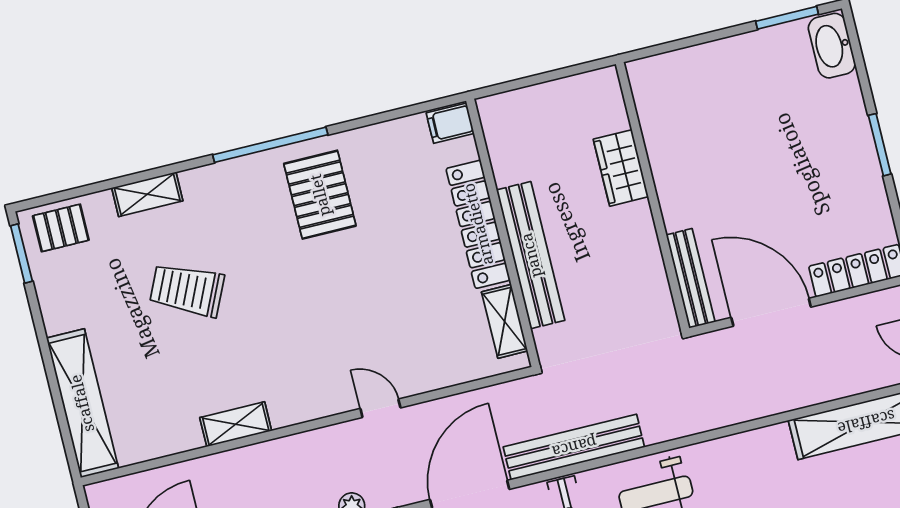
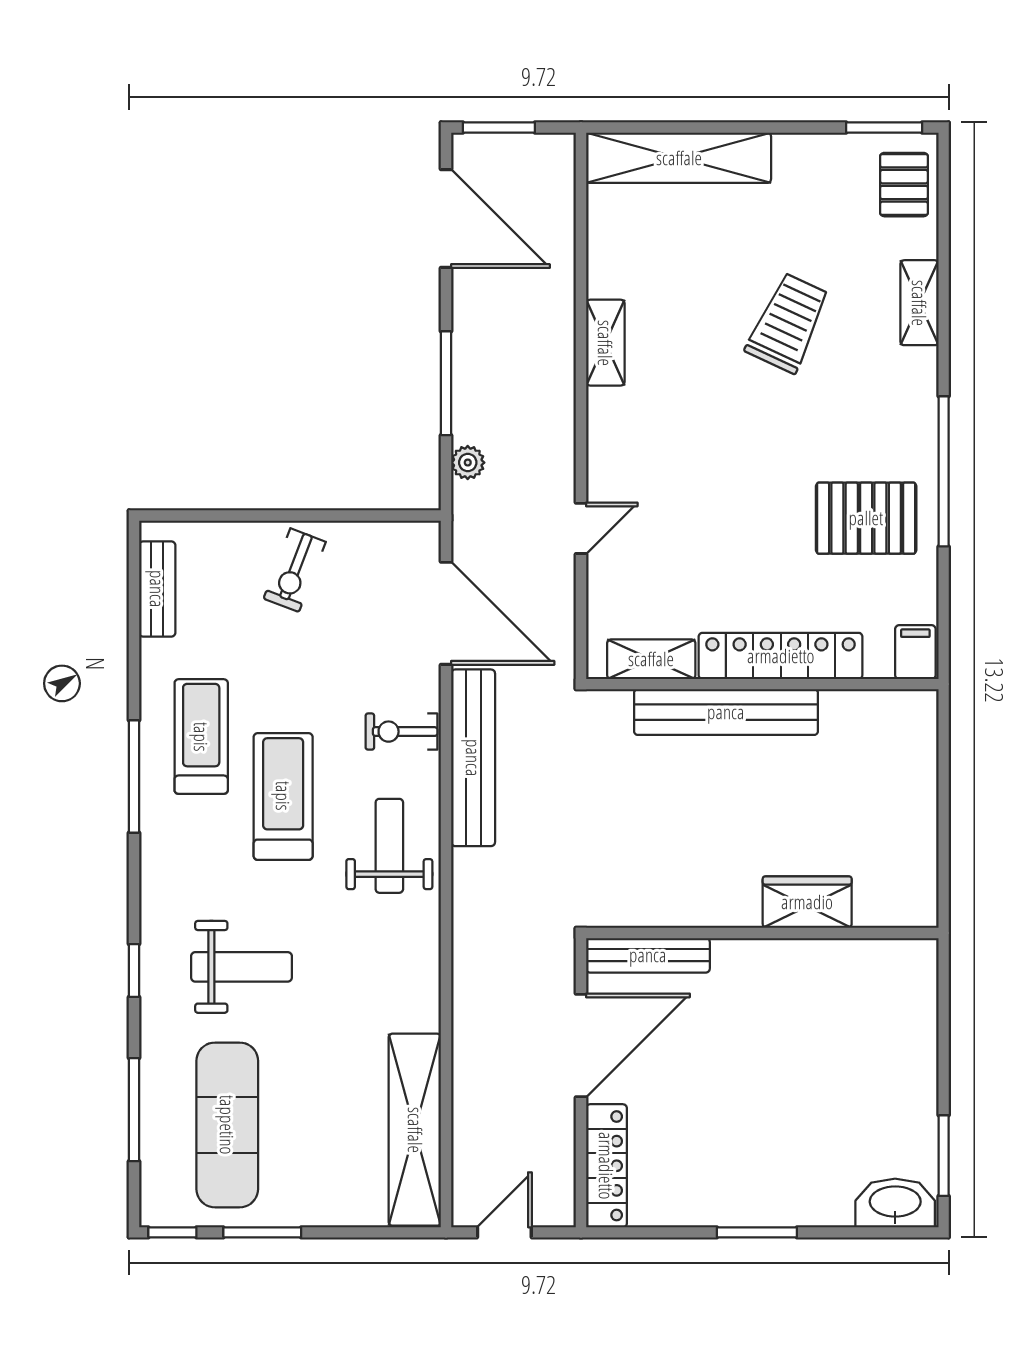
filing cabinet: (450, 123) -> (915, 652), moved
locker: (478, 224) -> (781, 656), moved
wall: (503, 233) -> (762, 684), moved
bench: (531, 255) -> (726, 712), moved
shelving: (505, 321) -> (651, 659), moved

